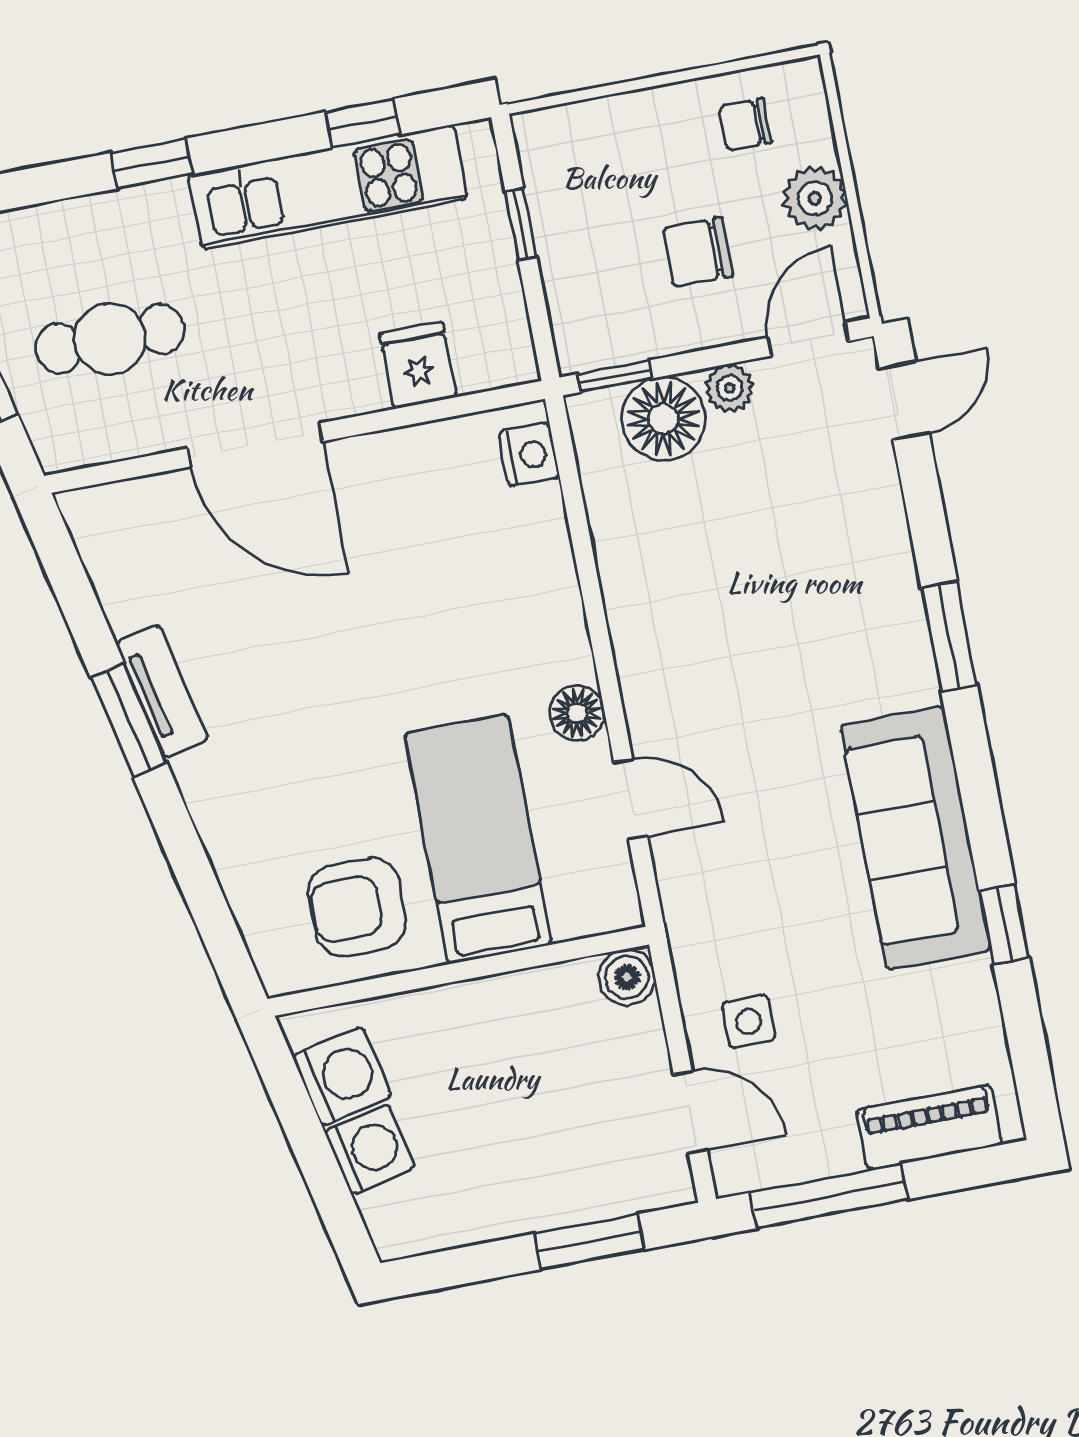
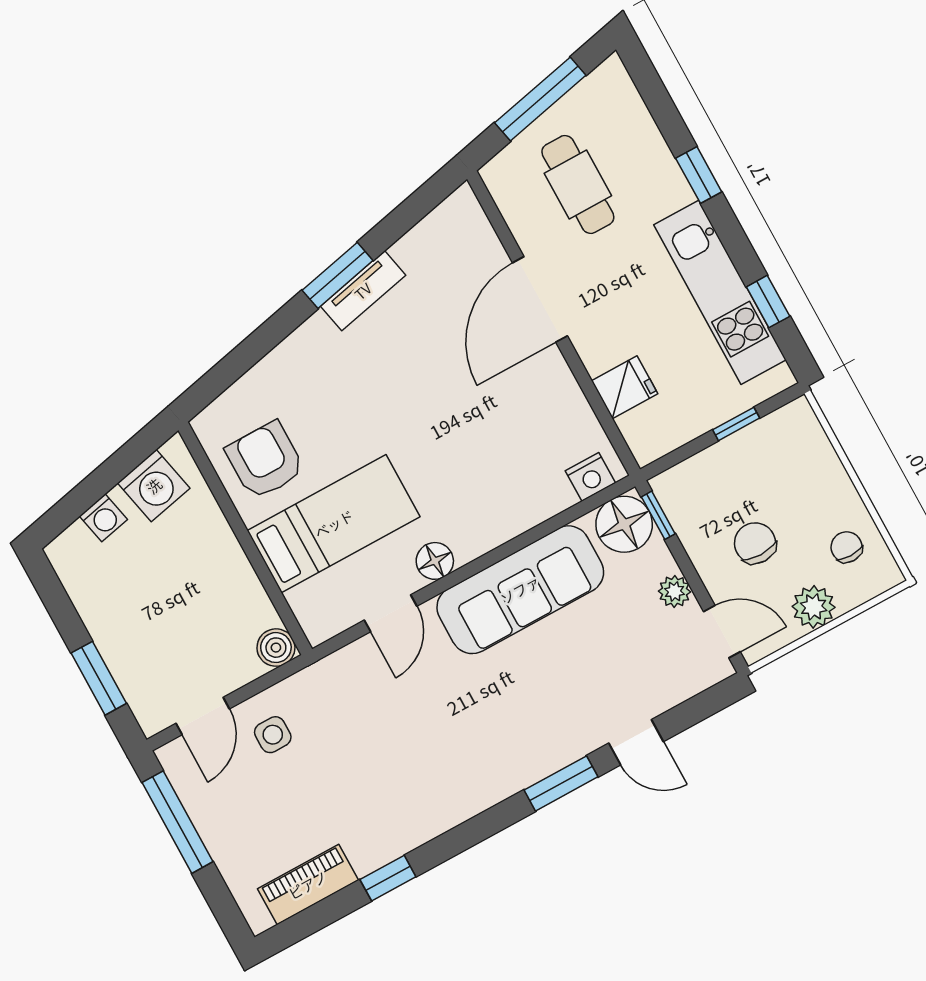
door: (904, 401) -> (636, 742), moved
floor lamp: (664, 419) -> (624, 524), moved
sofa: (915, 838) -> (520, 590), moved, turned 180
piano: (929, 1127) -> (308, 885), moved, turned -90
washing machine: (370, 1149) -> (103, 518), width x0.73, depth x0.73

